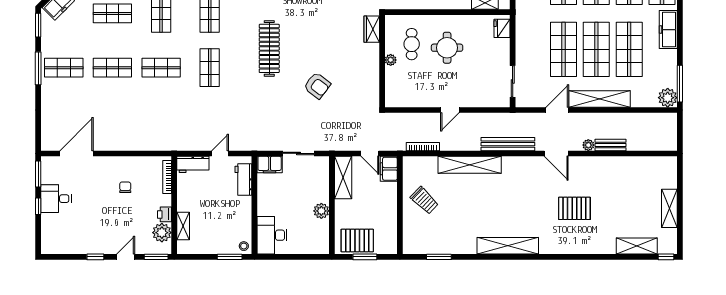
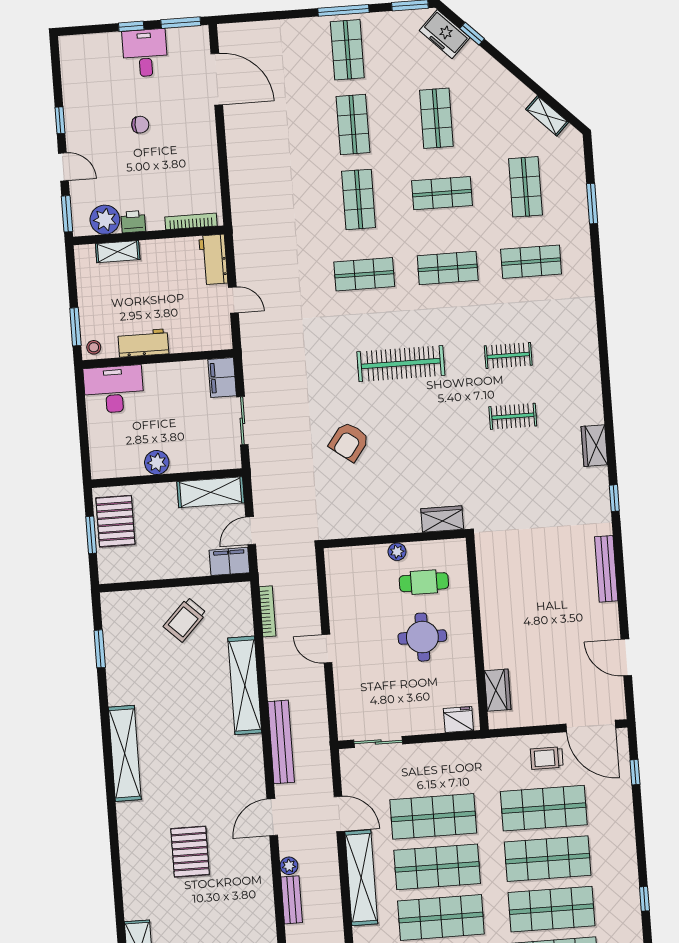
workbench: (243, 180) -> (143, 343), moved
chair: (125, 187) -> (140, 125), moved

